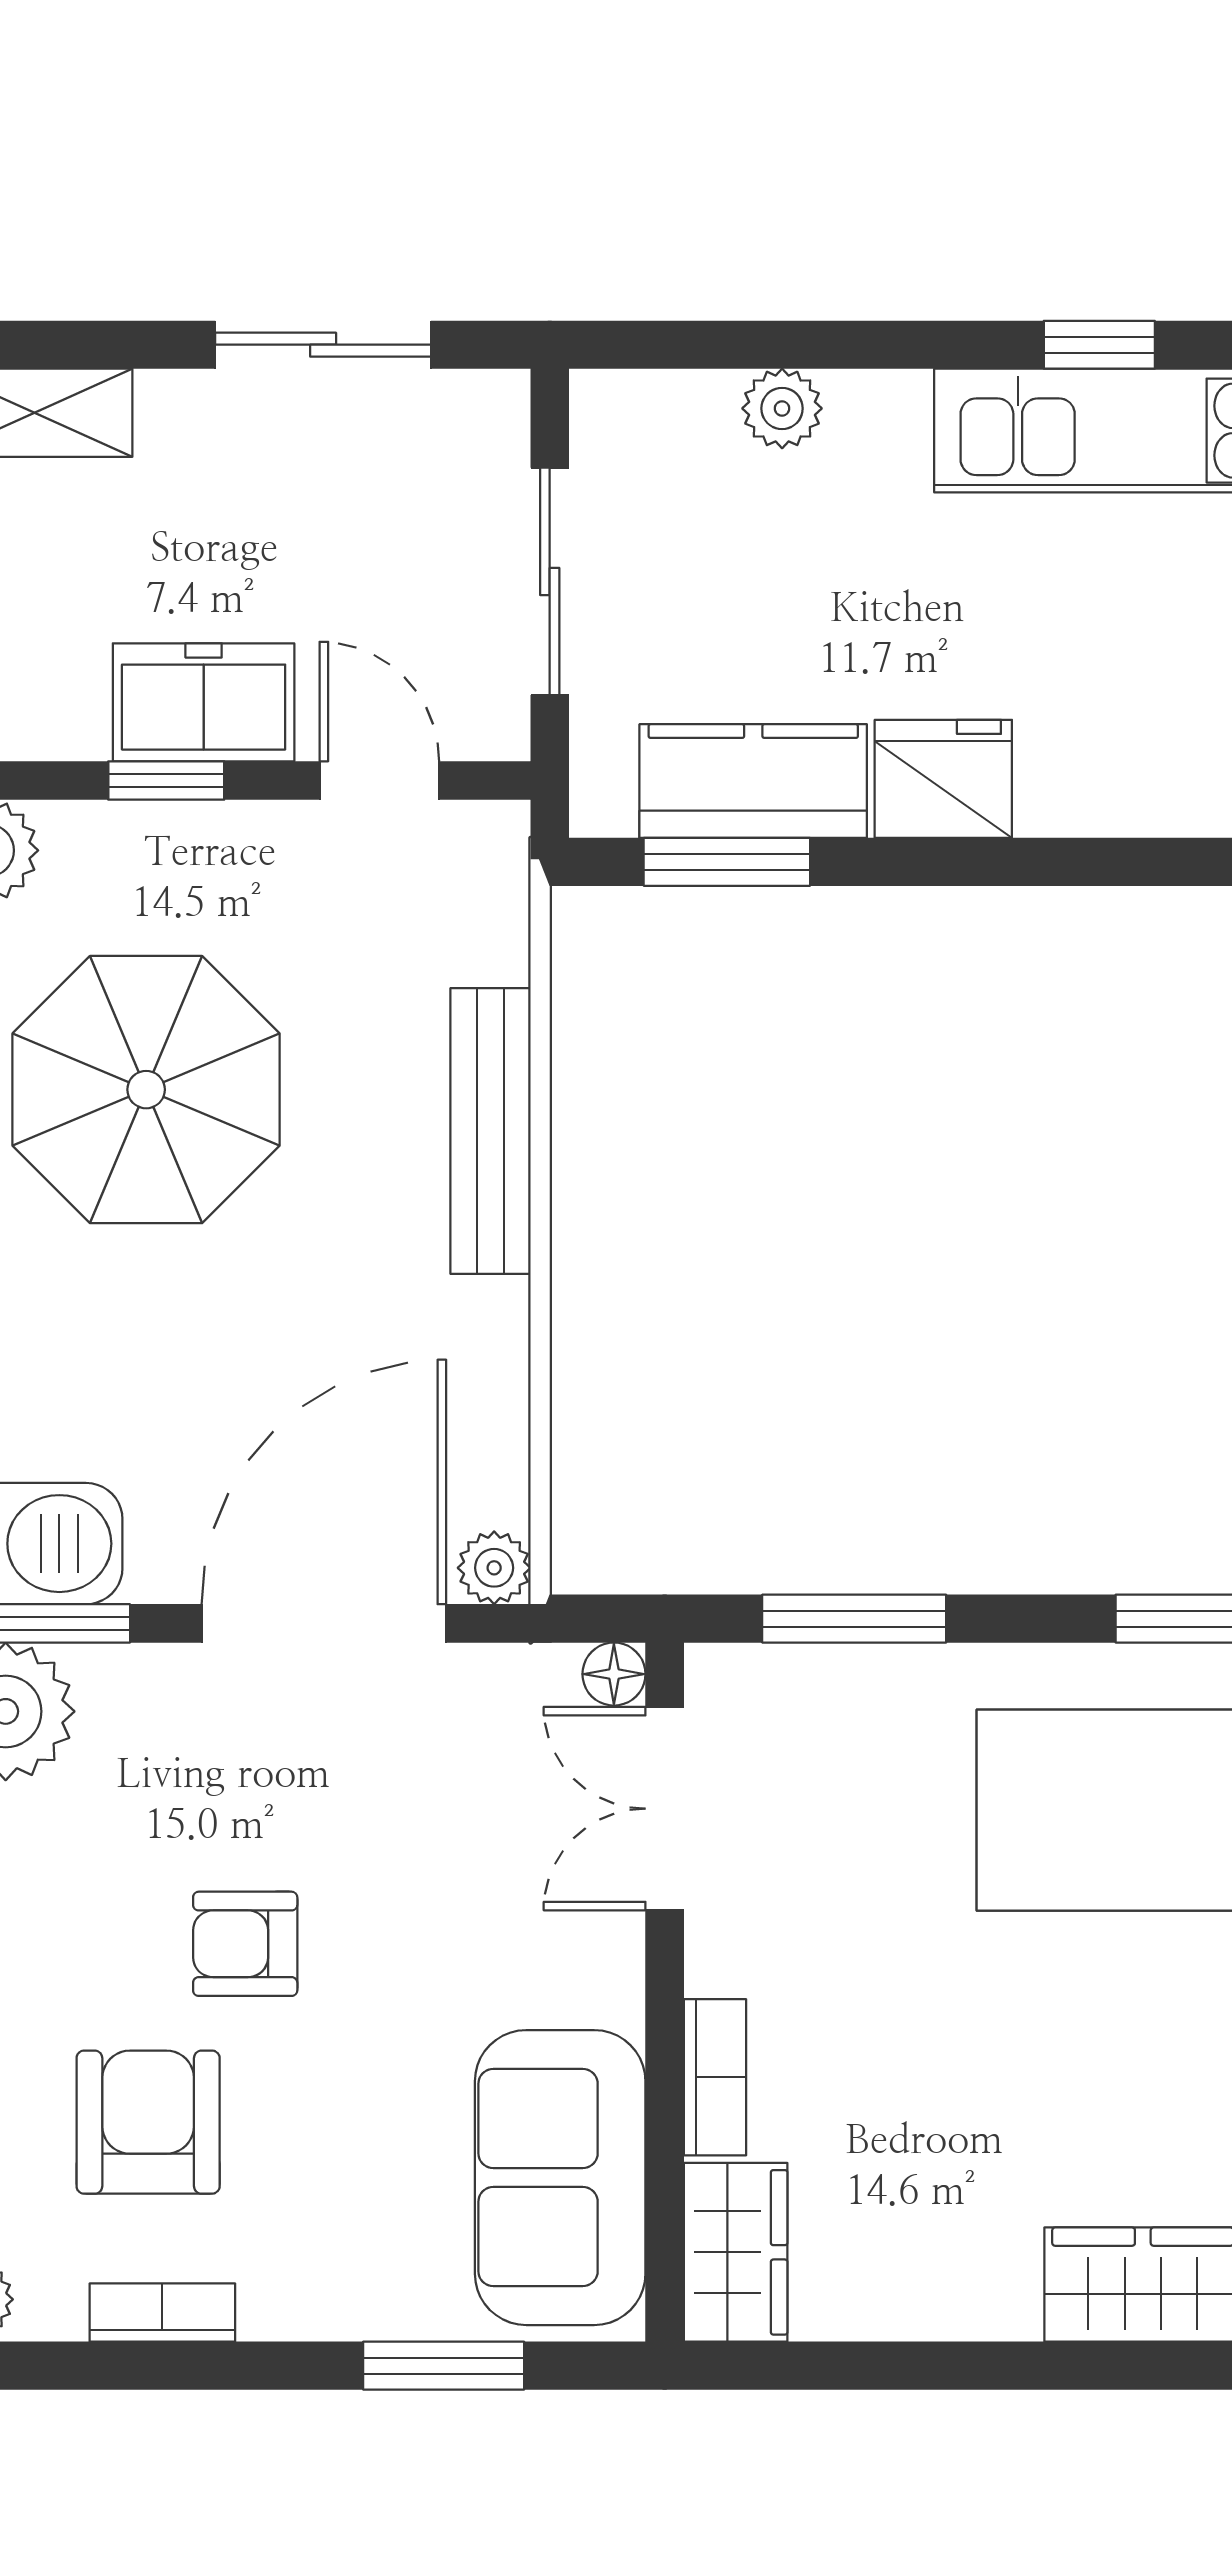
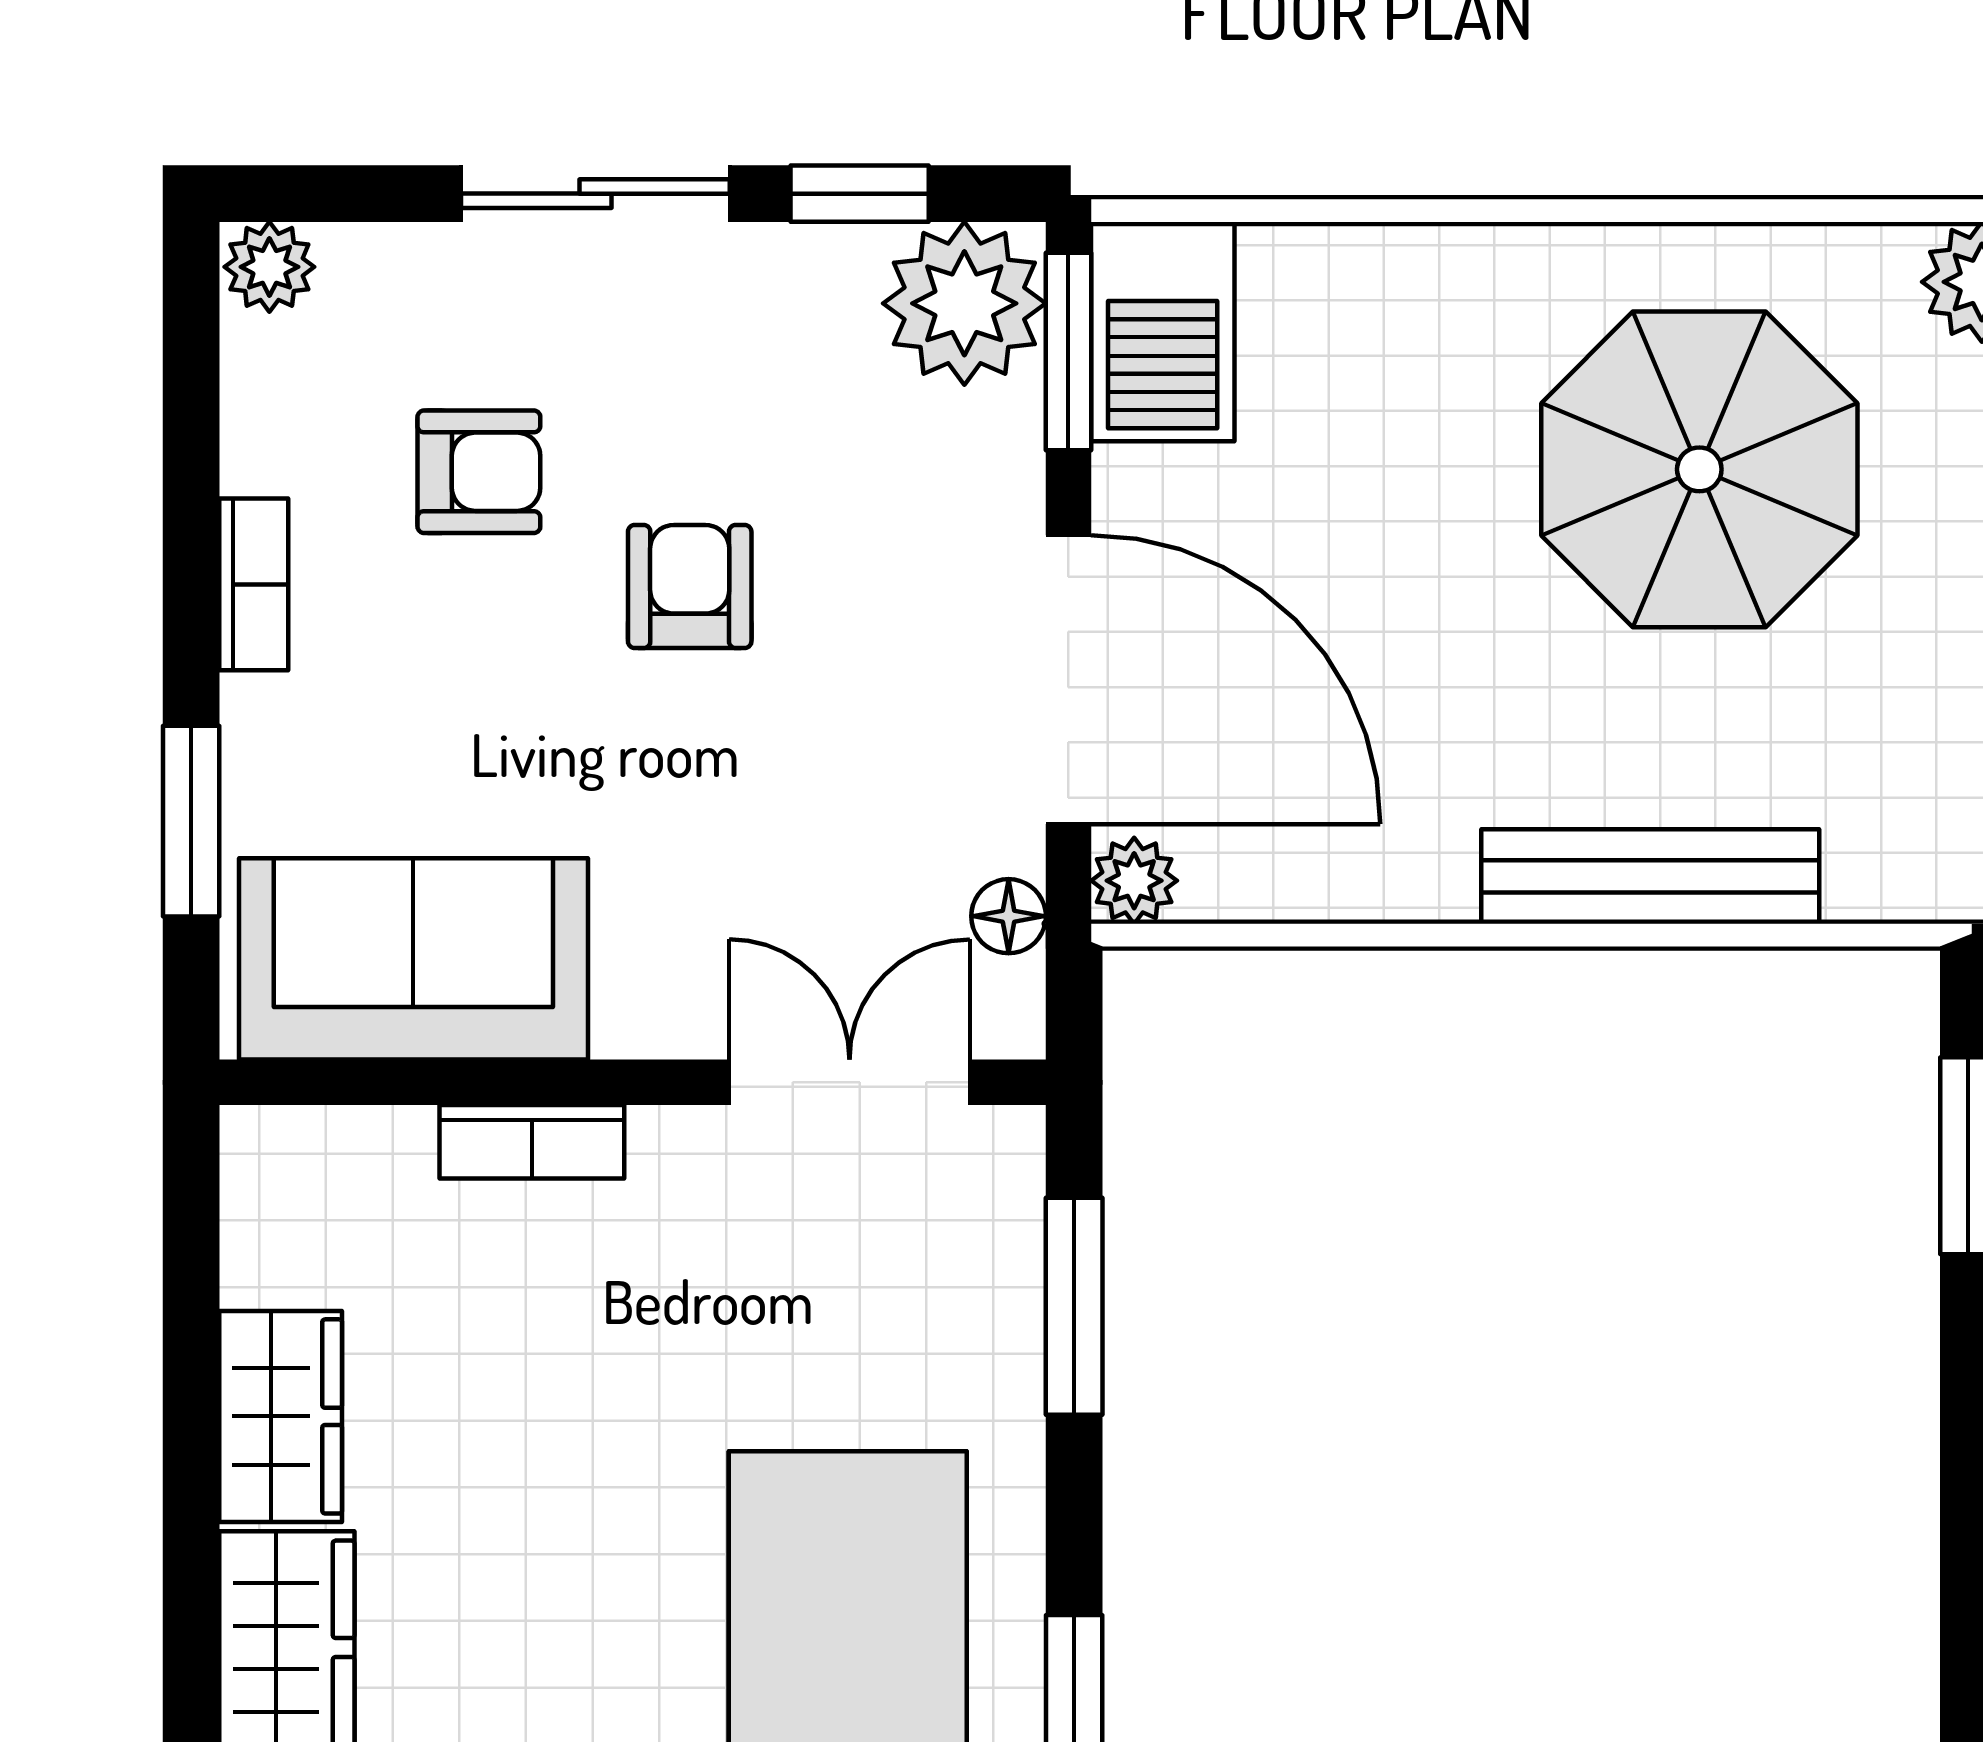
floor lamp: (614, 1674) -> (1009, 916), moved
armchair: (148, 2122) -> (479, 472), width x0.72, depth x0.72
wardrobe: (736, 2252) -> (281, 1416), moved, turned -90
bookcase: (162, 2313) -> (254, 584), moved

